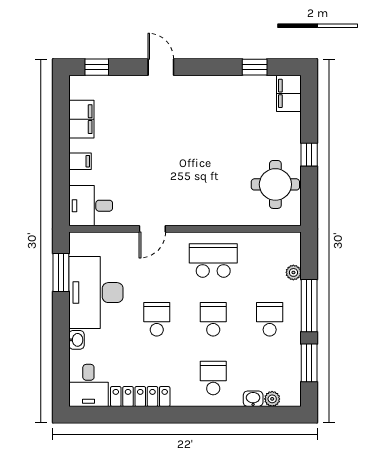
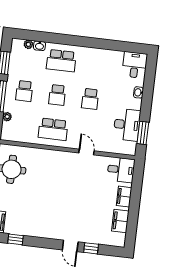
window: (97, 67) -> (91, 248), moved
filing cabinet: (80, 161) -> (124, 197), width x2.00
door: (152, 229) -> (86, 152), hinge flipped
desk: (96, 293) -> (127, 125), width x0.73, depth x0.77
school desk: (213, 378) -> (61, 61), width x1.85
locker: (140, 397) -> (105, 55), removed

